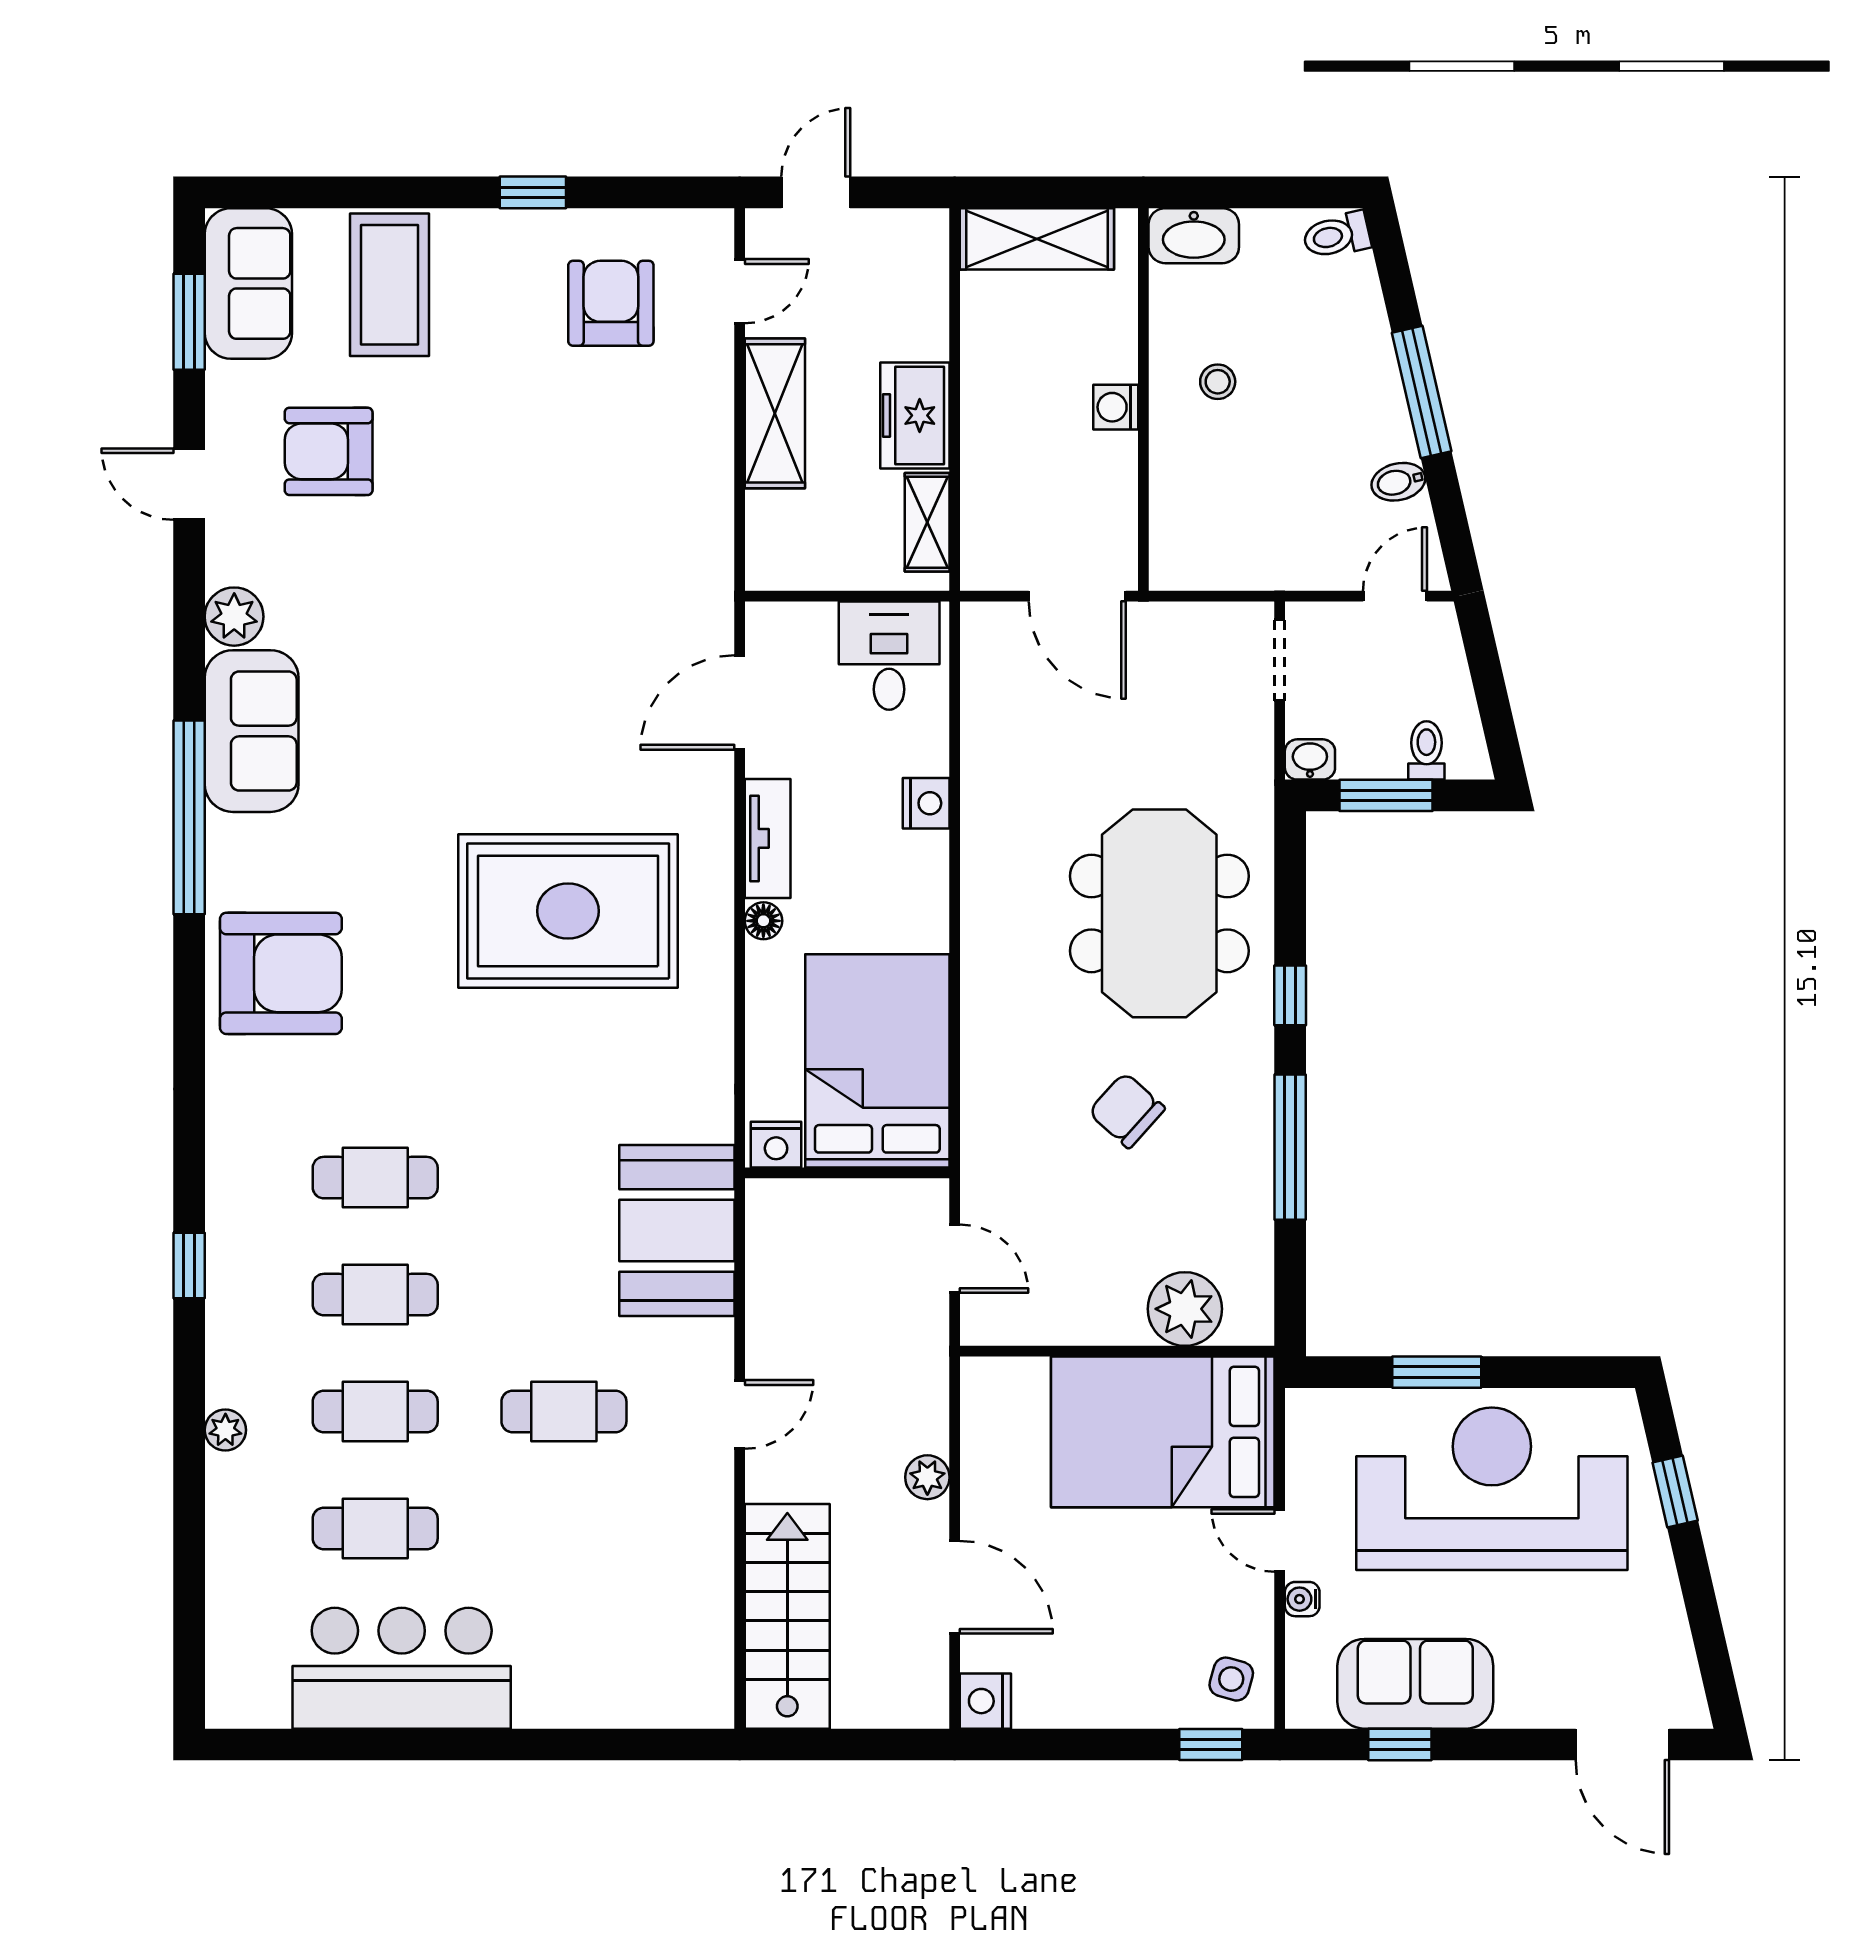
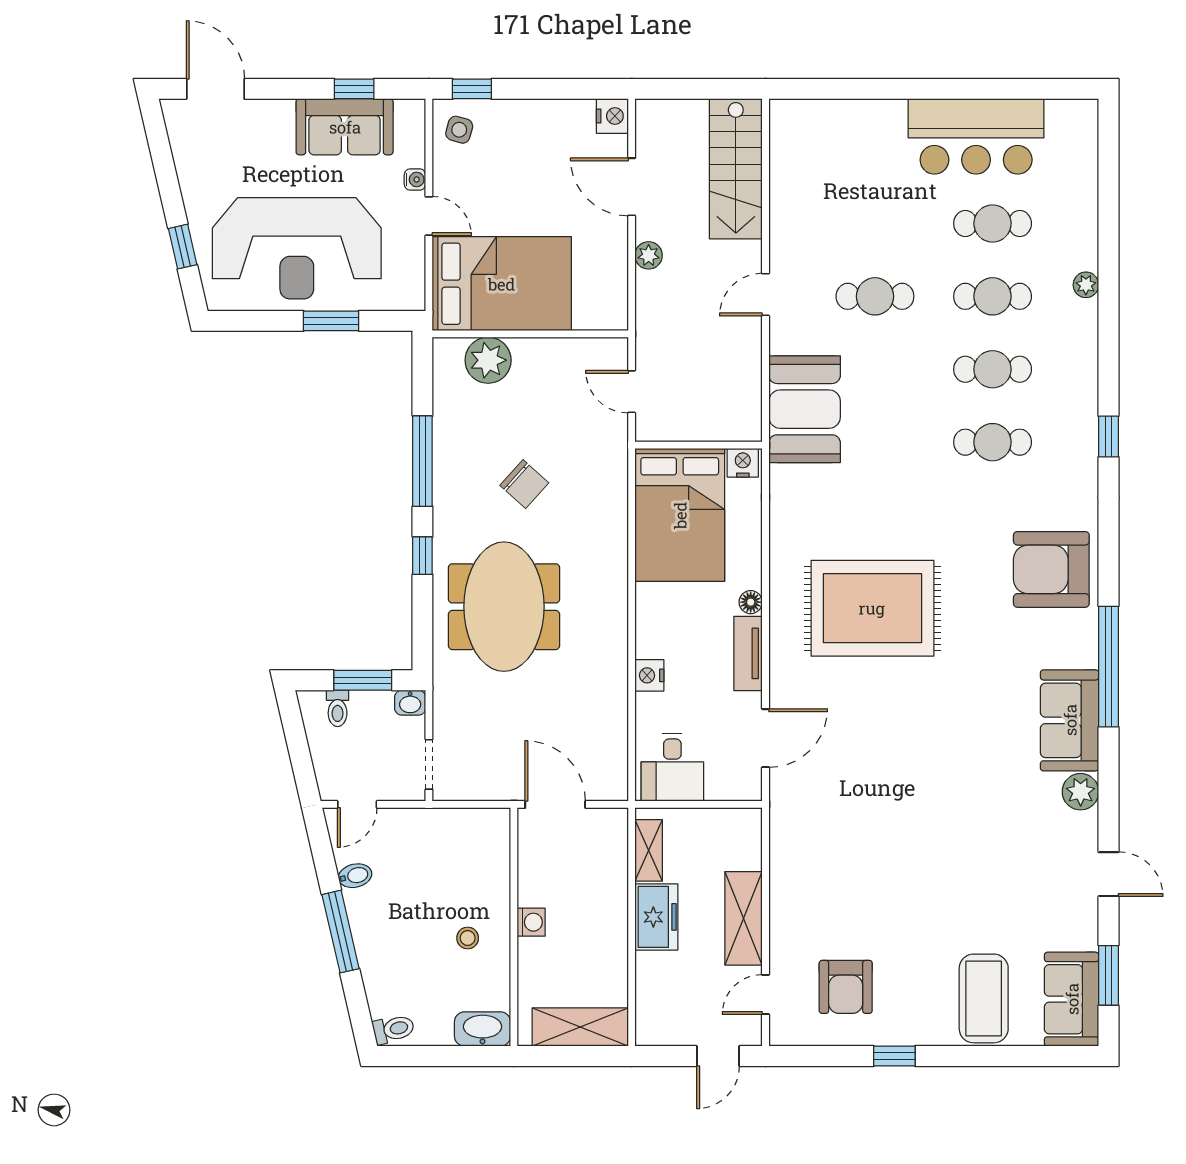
armchair: (329, 451) -> (1022, 895), removed
window: (189, 1266) -> (1109, 436), moved

